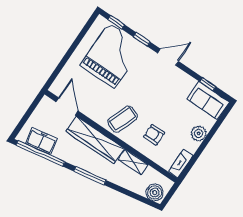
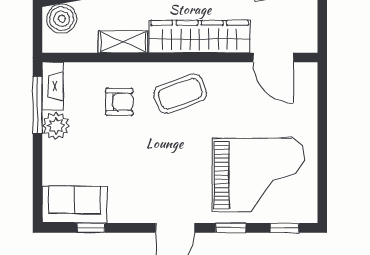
grand piano: (112, 55) -> (258, 175), turned -90
coffee table: (123, 119) -> (180, 94), turned 49
plant: (199, 133) -> (56, 126), moved
window: (194, 159) -> (38, 105), added

